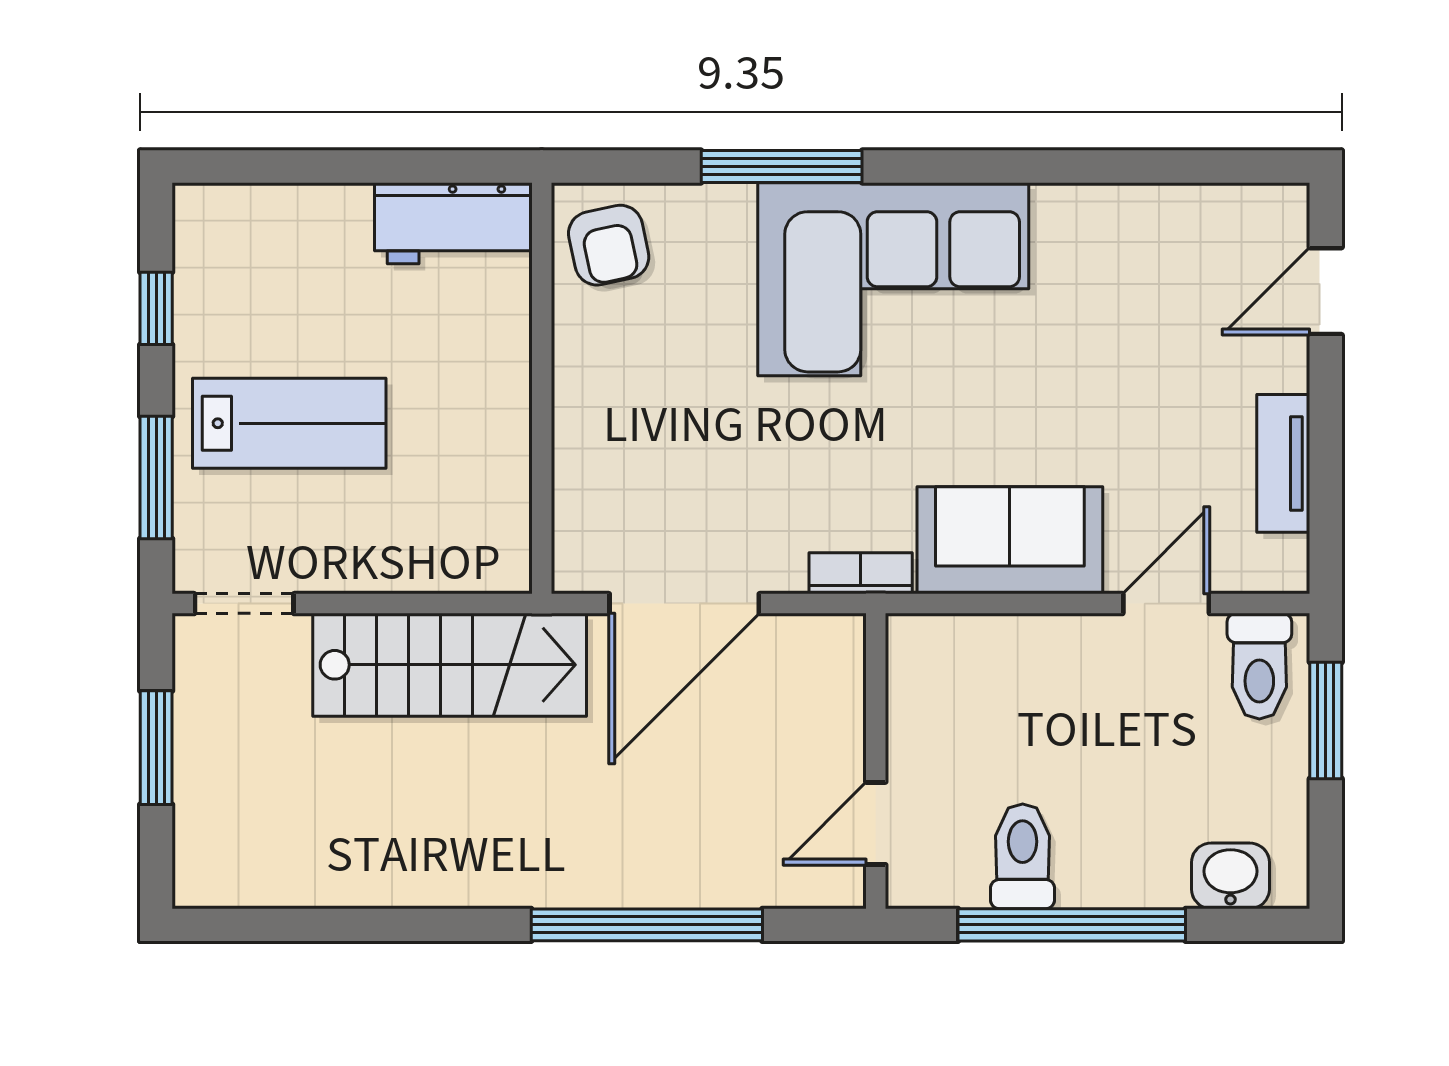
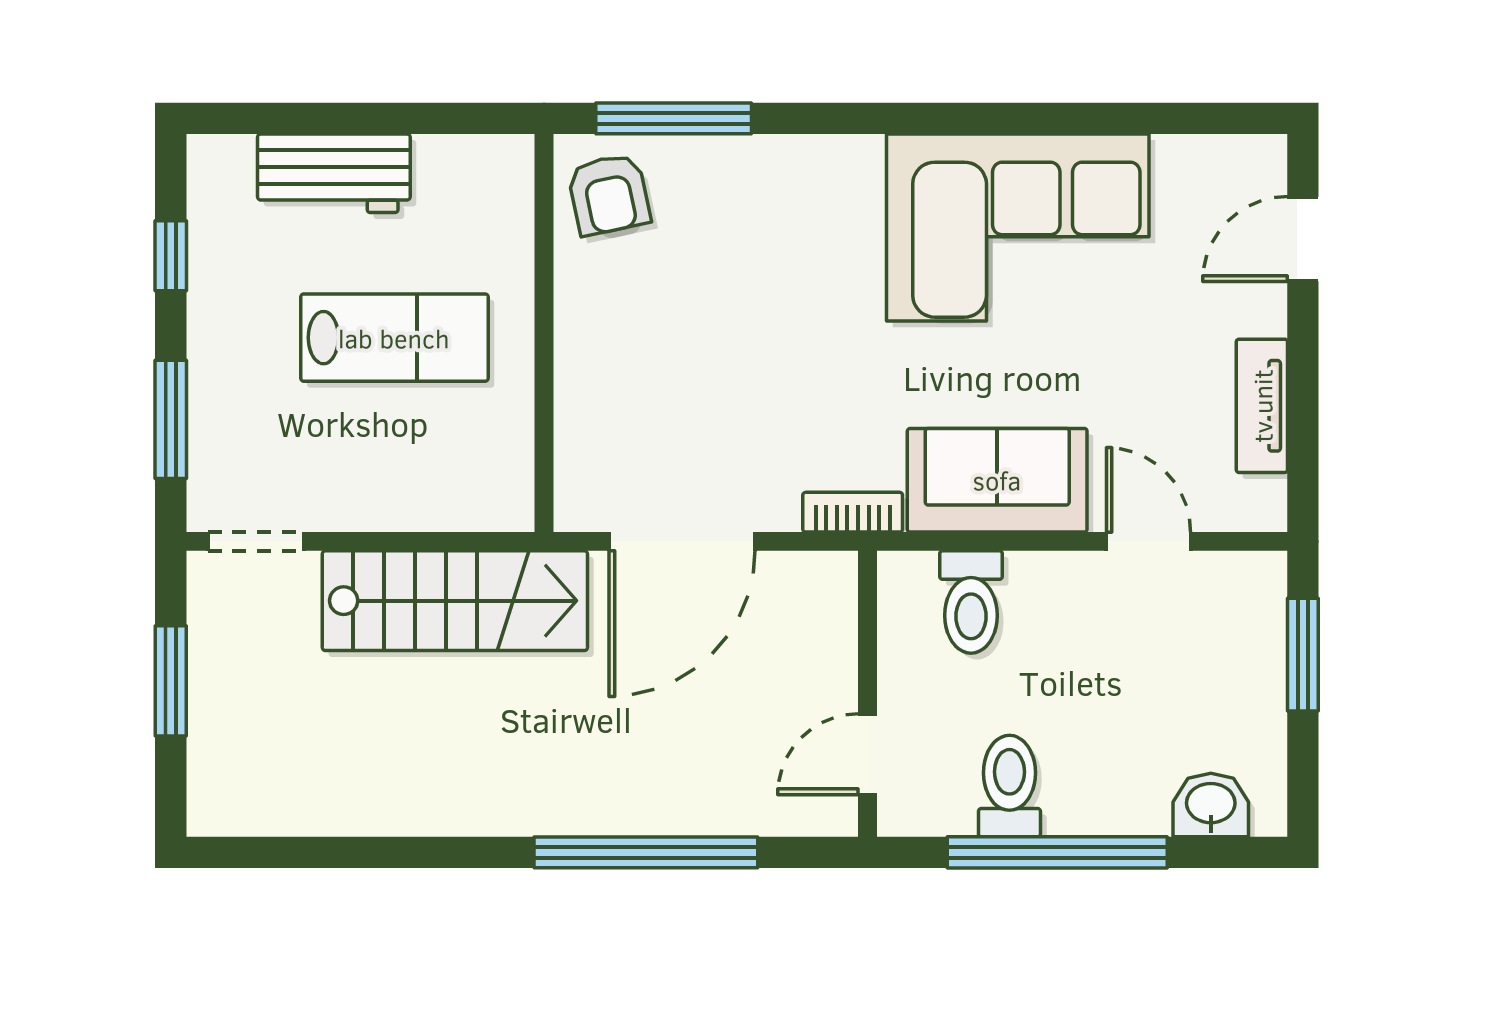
window: (782, 167) -> (674, 118), moved
workbench: (453, 223) -> (334, 173), moved
corner sofa: (893, 279) -> (1018, 227), moved
lab bench: (289, 423) -> (394, 338), moved
door: (1166, 604) -> (1148, 541), hinge flipped
toilet: (1259, 666) -> (971, 602), moved

